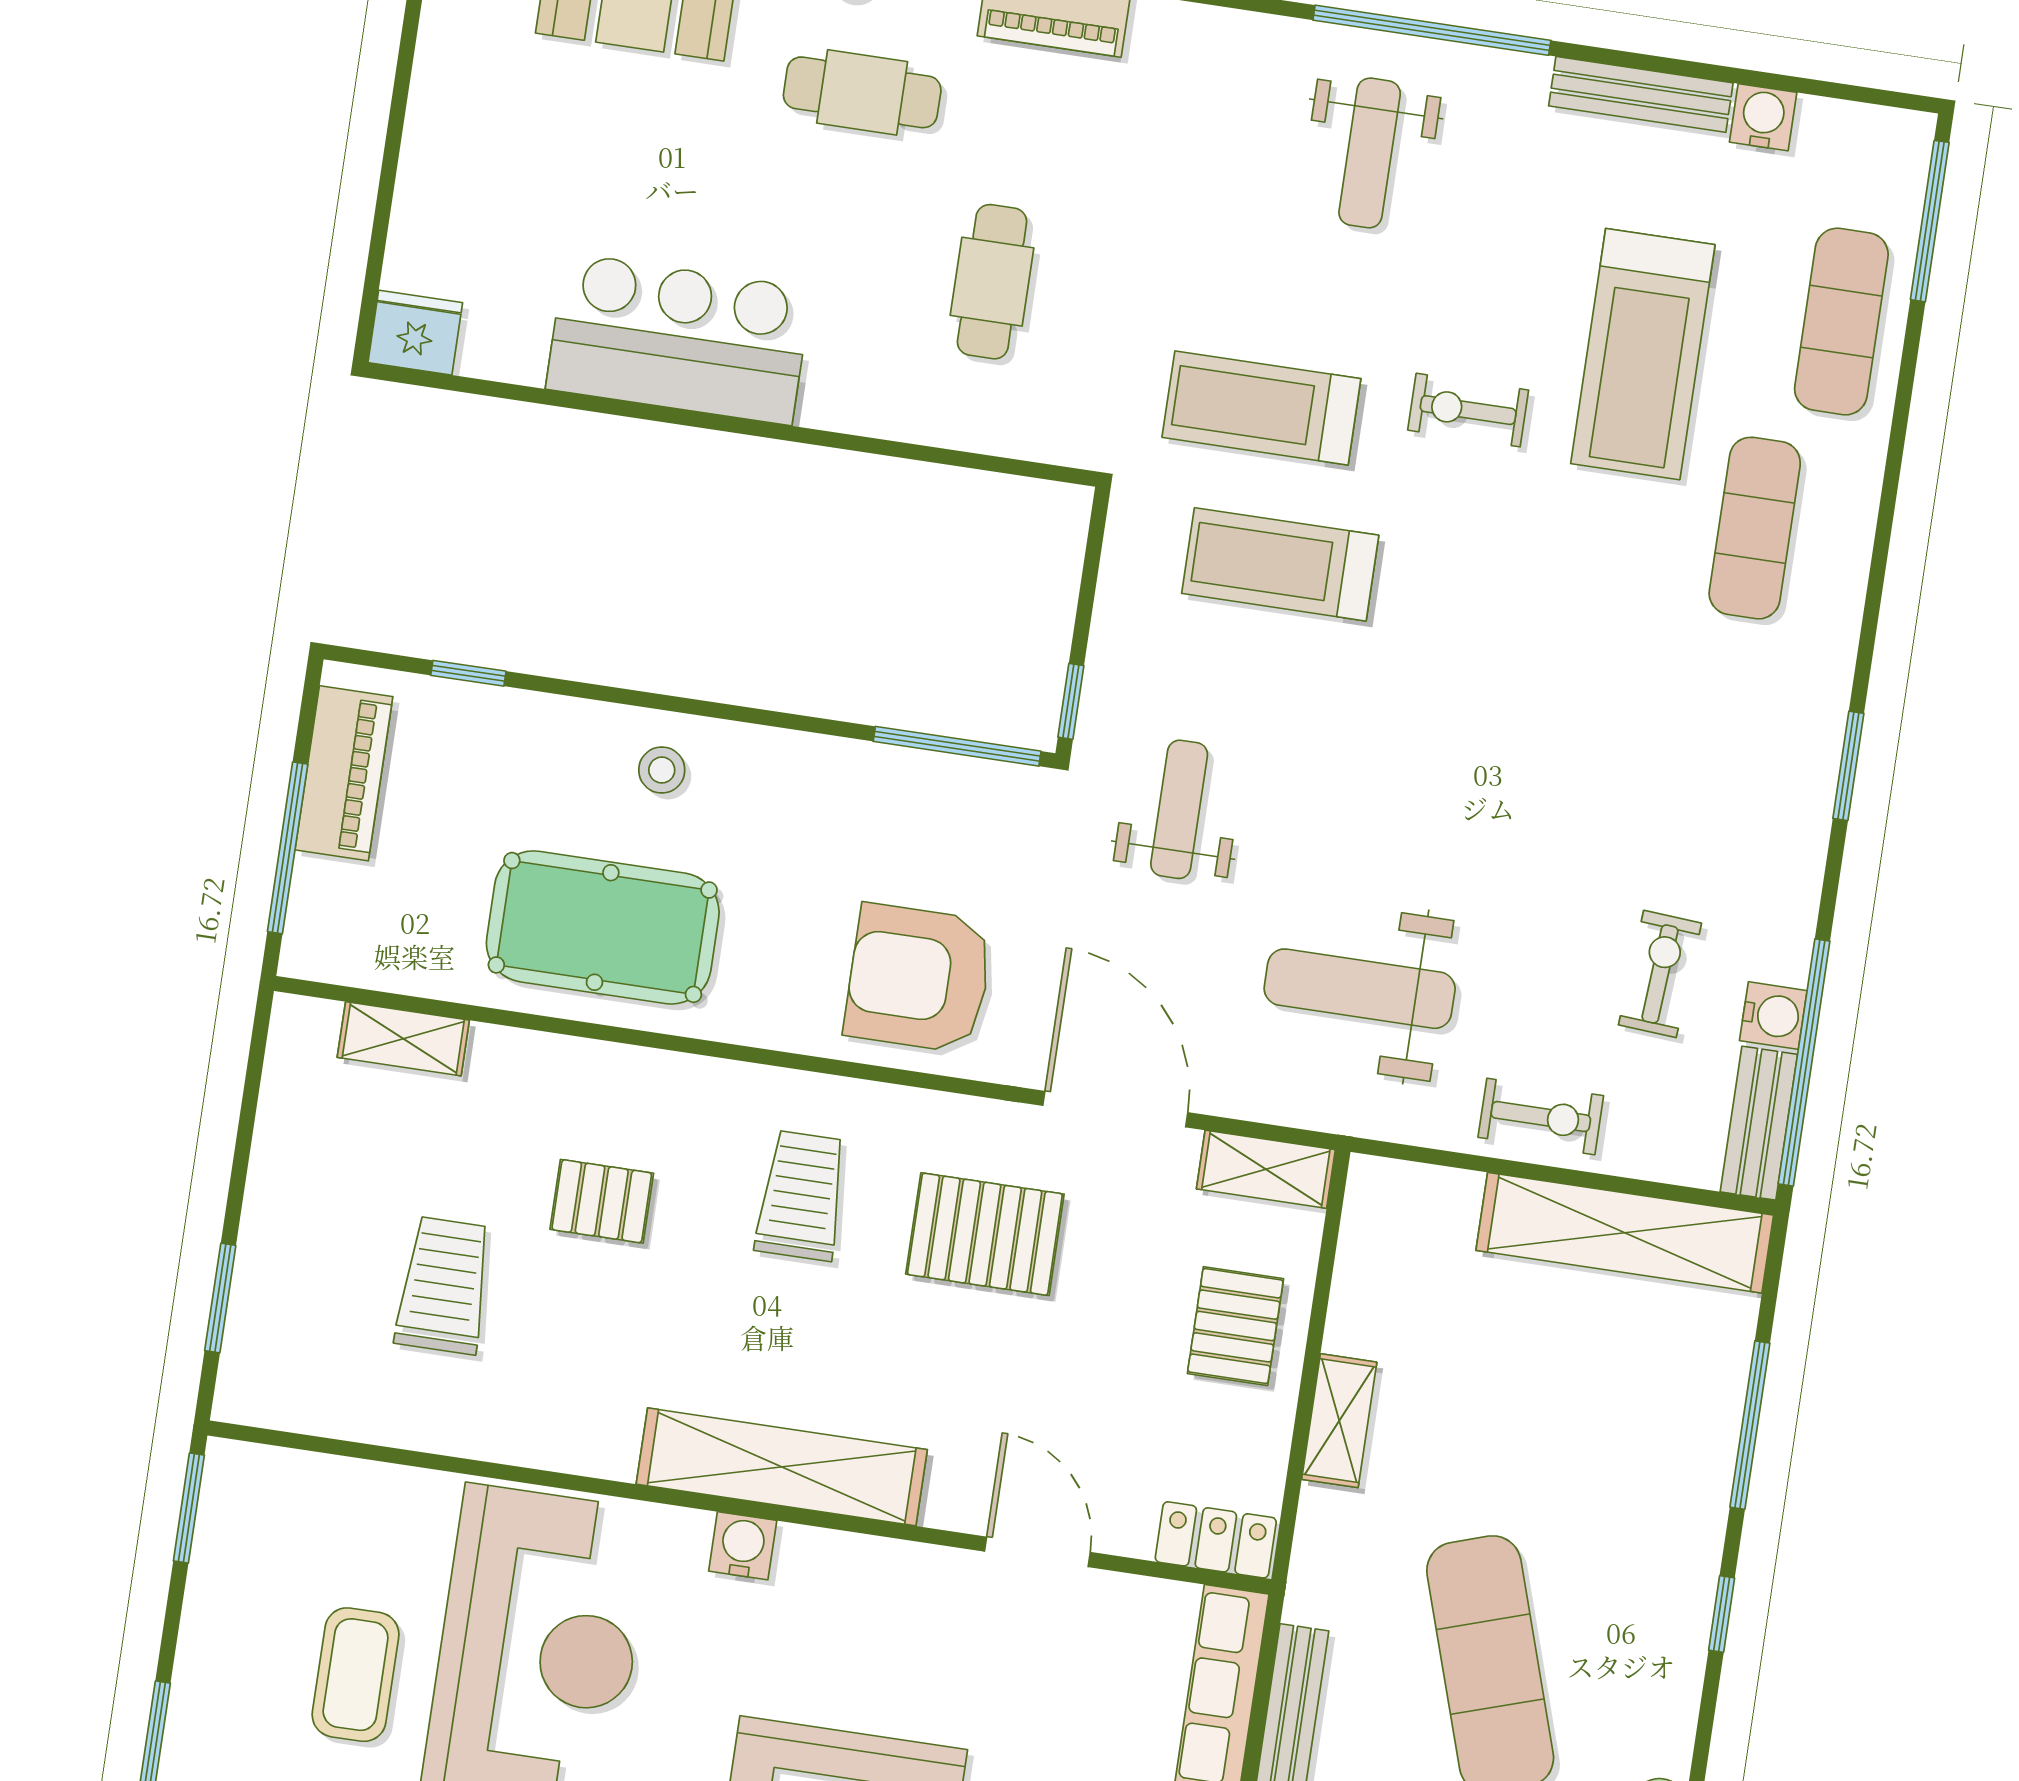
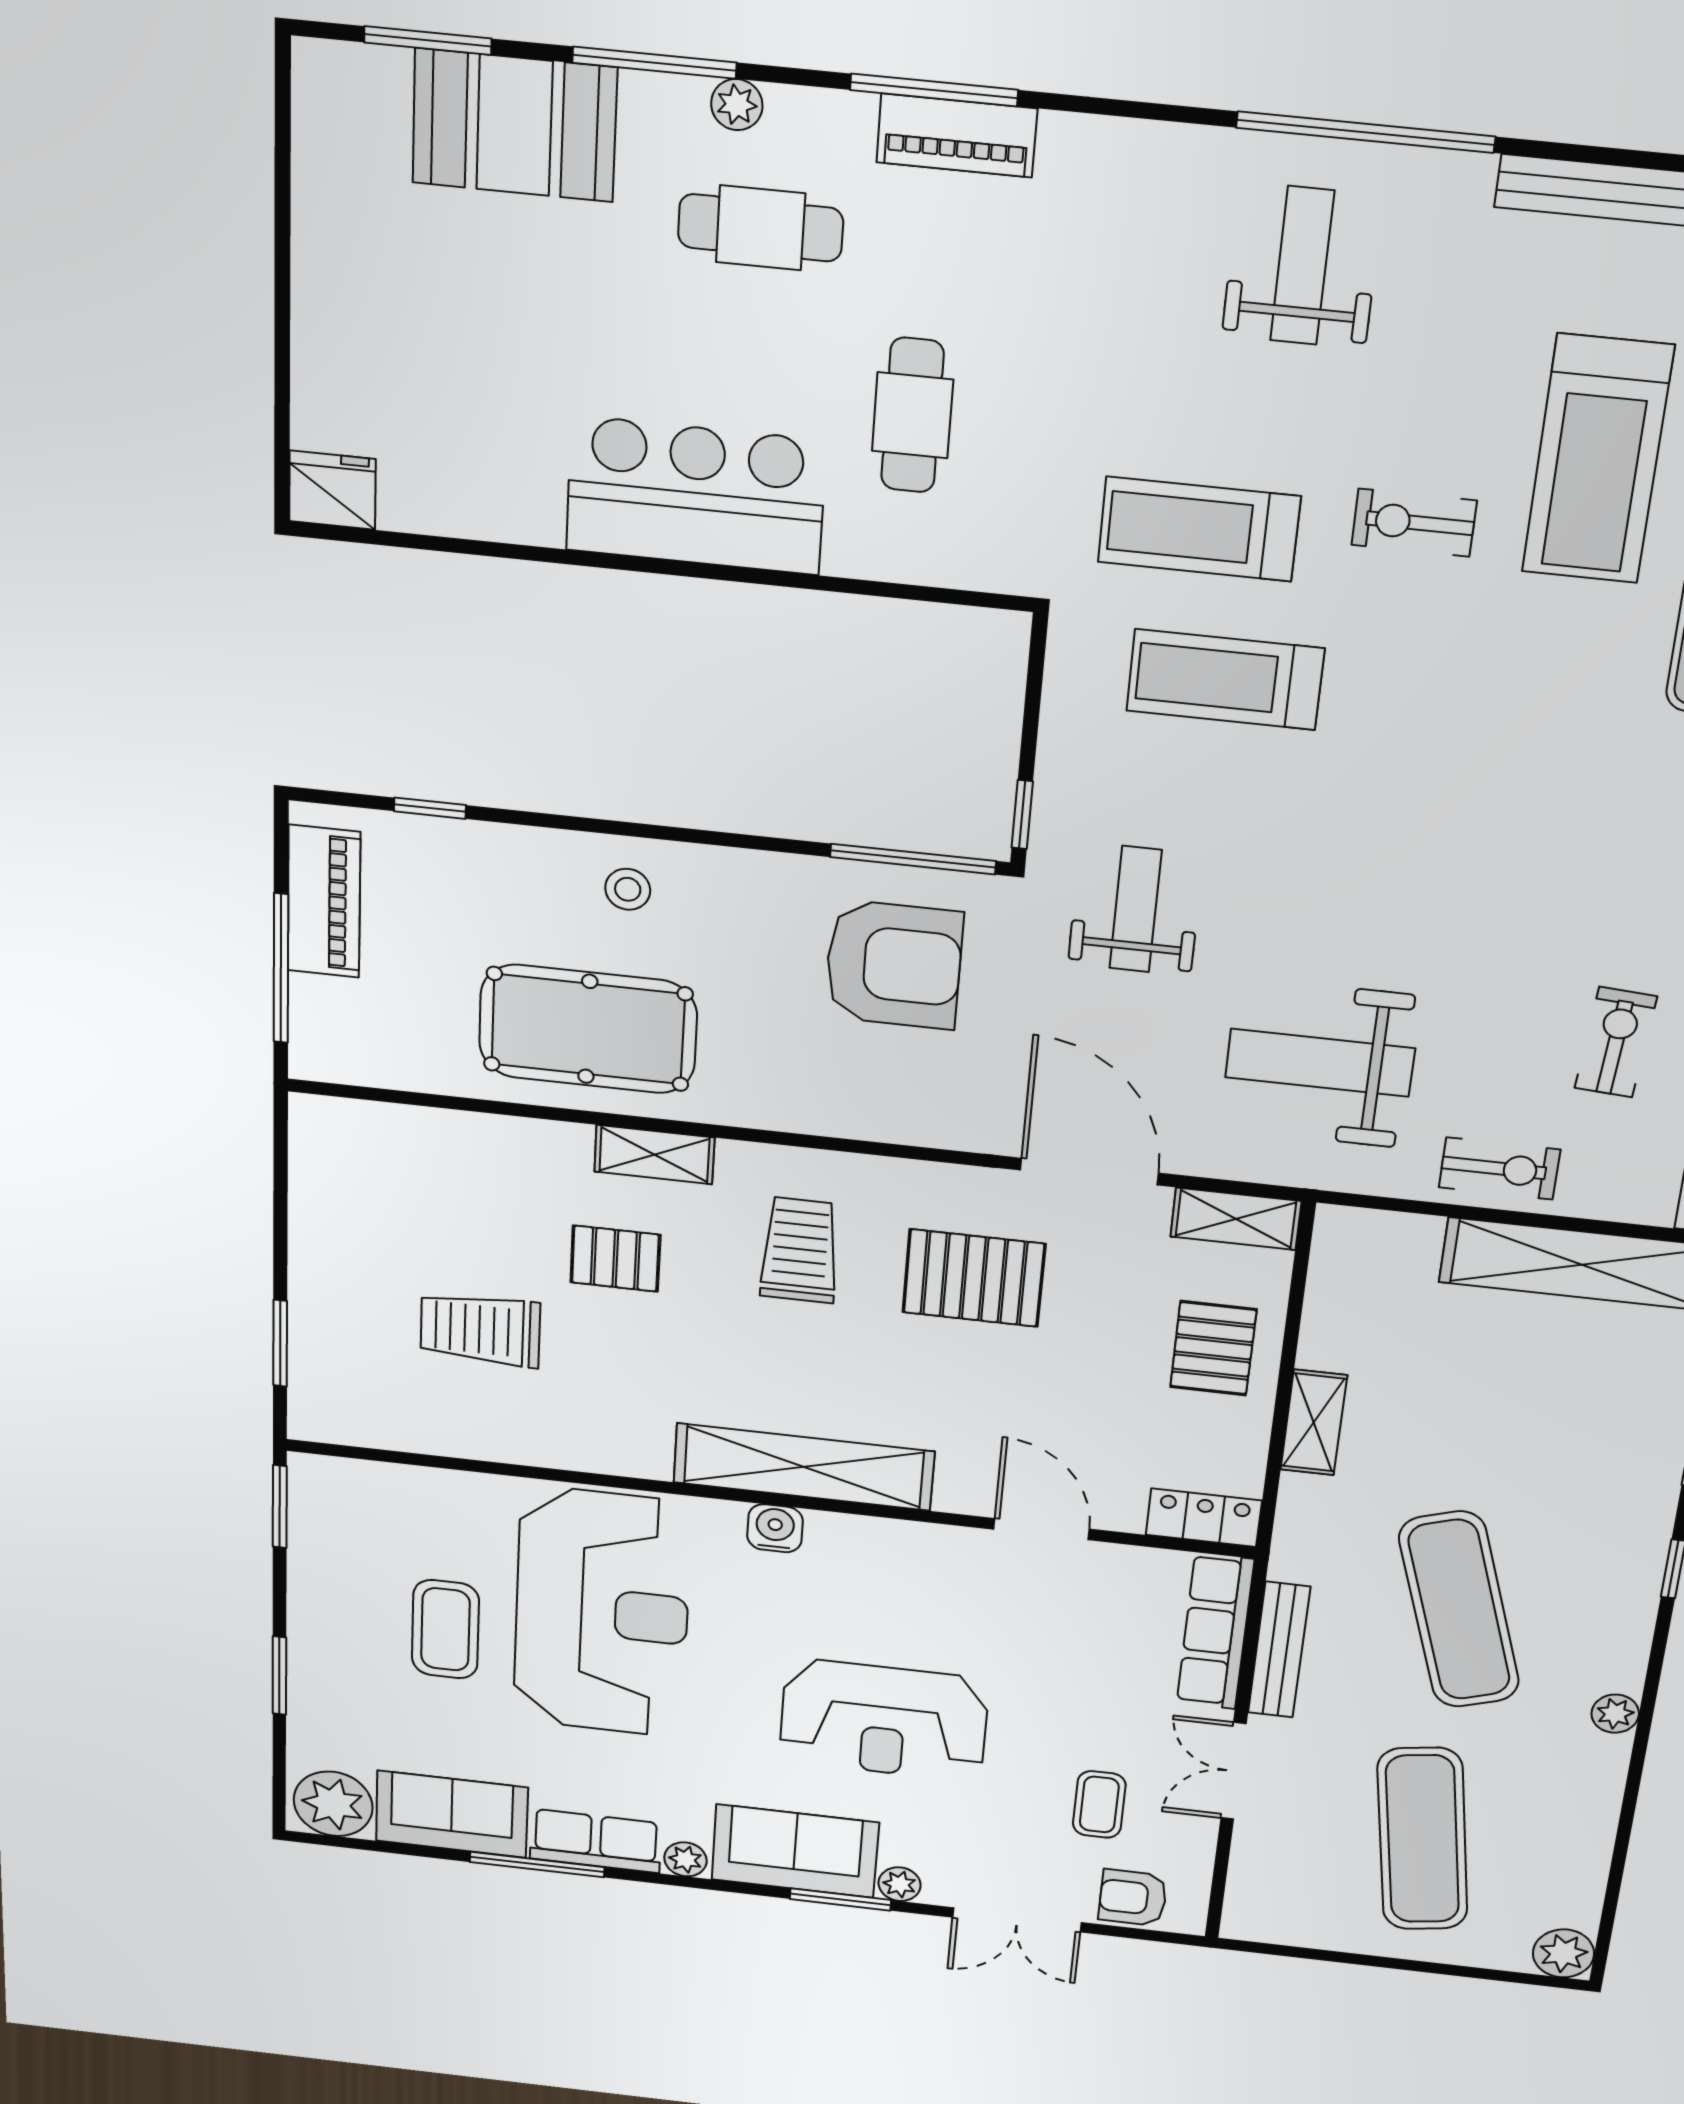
weight bench: (1370, 153) -> (1302, 266), turned 180
bar counter: (679, 339) -> (696, 495), moved
armchair: (919, 978) -> (894, 965), moved, turned 180
shelving: (403, 1039) -> (654, 1155), moved
trolley: (444, 1285) -> (480, 1329), turned -90

